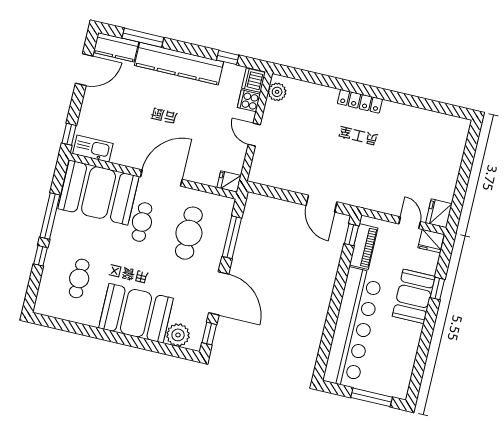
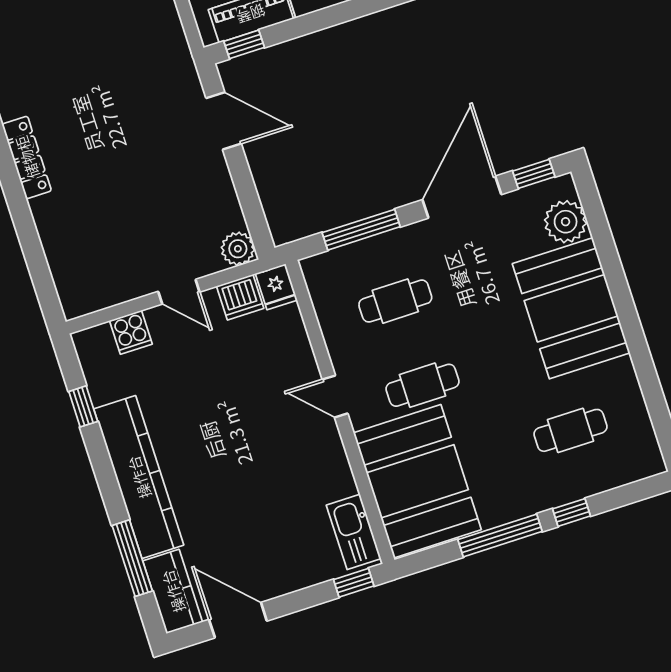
dishwasher: (254, 80) -> (240, 297), moved
plant: (277, 92) -> (238, 249), moved
door: (254, 135) -> (179, 292), hinge flipped
door: (161, 178) -> (335, 396), width x0.53
door: (321, 204) -> (224, 121), hinge flipped
cafe table: (189, 233) -> (395, 301), width x0.73, depth x0.74

